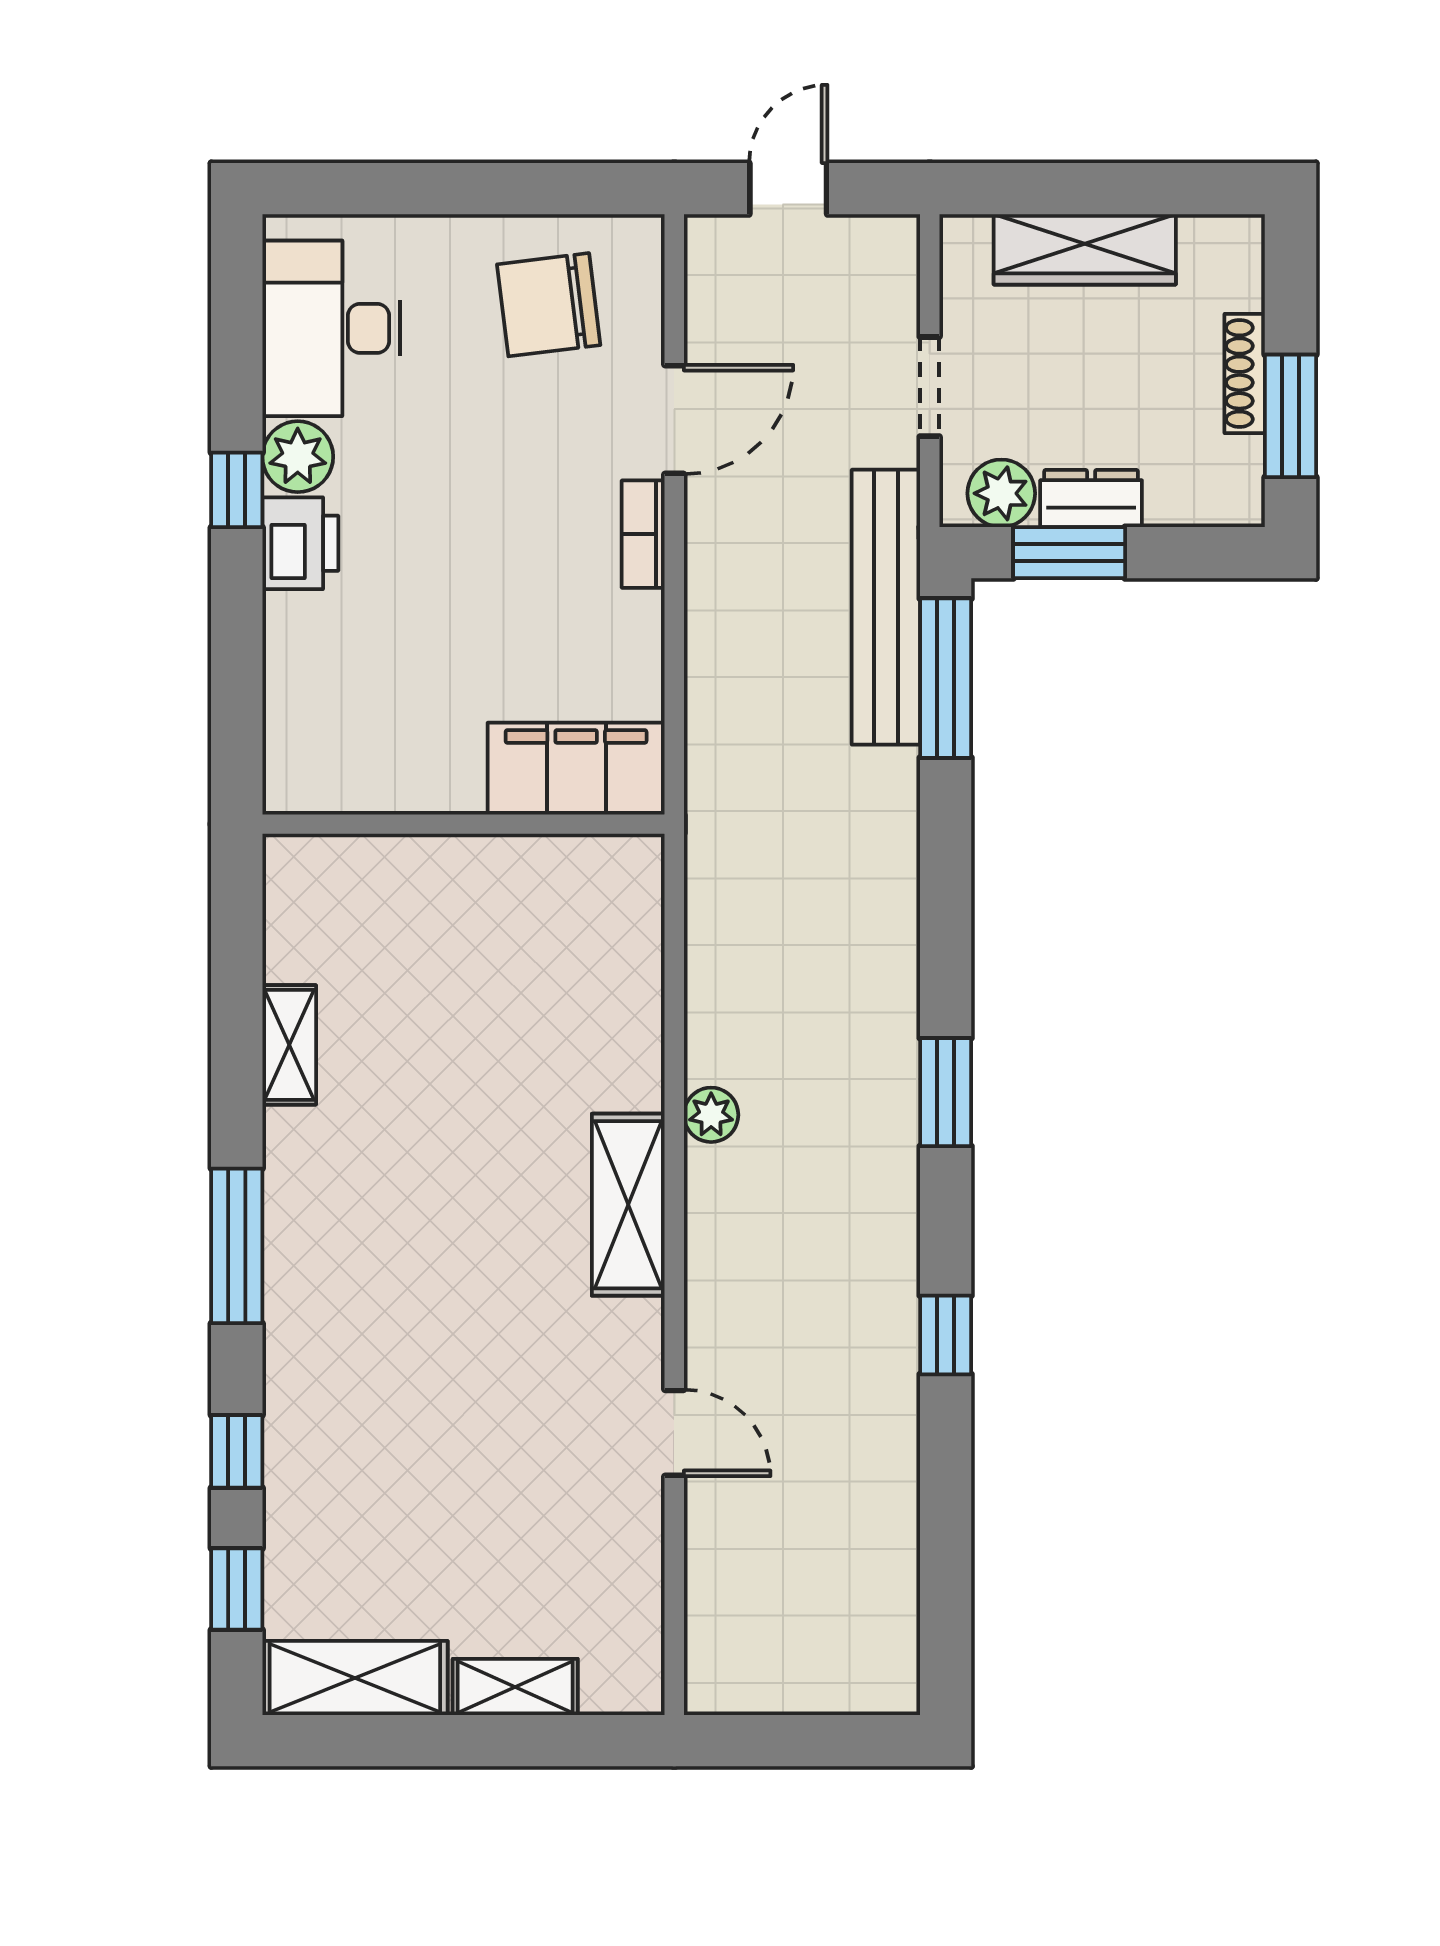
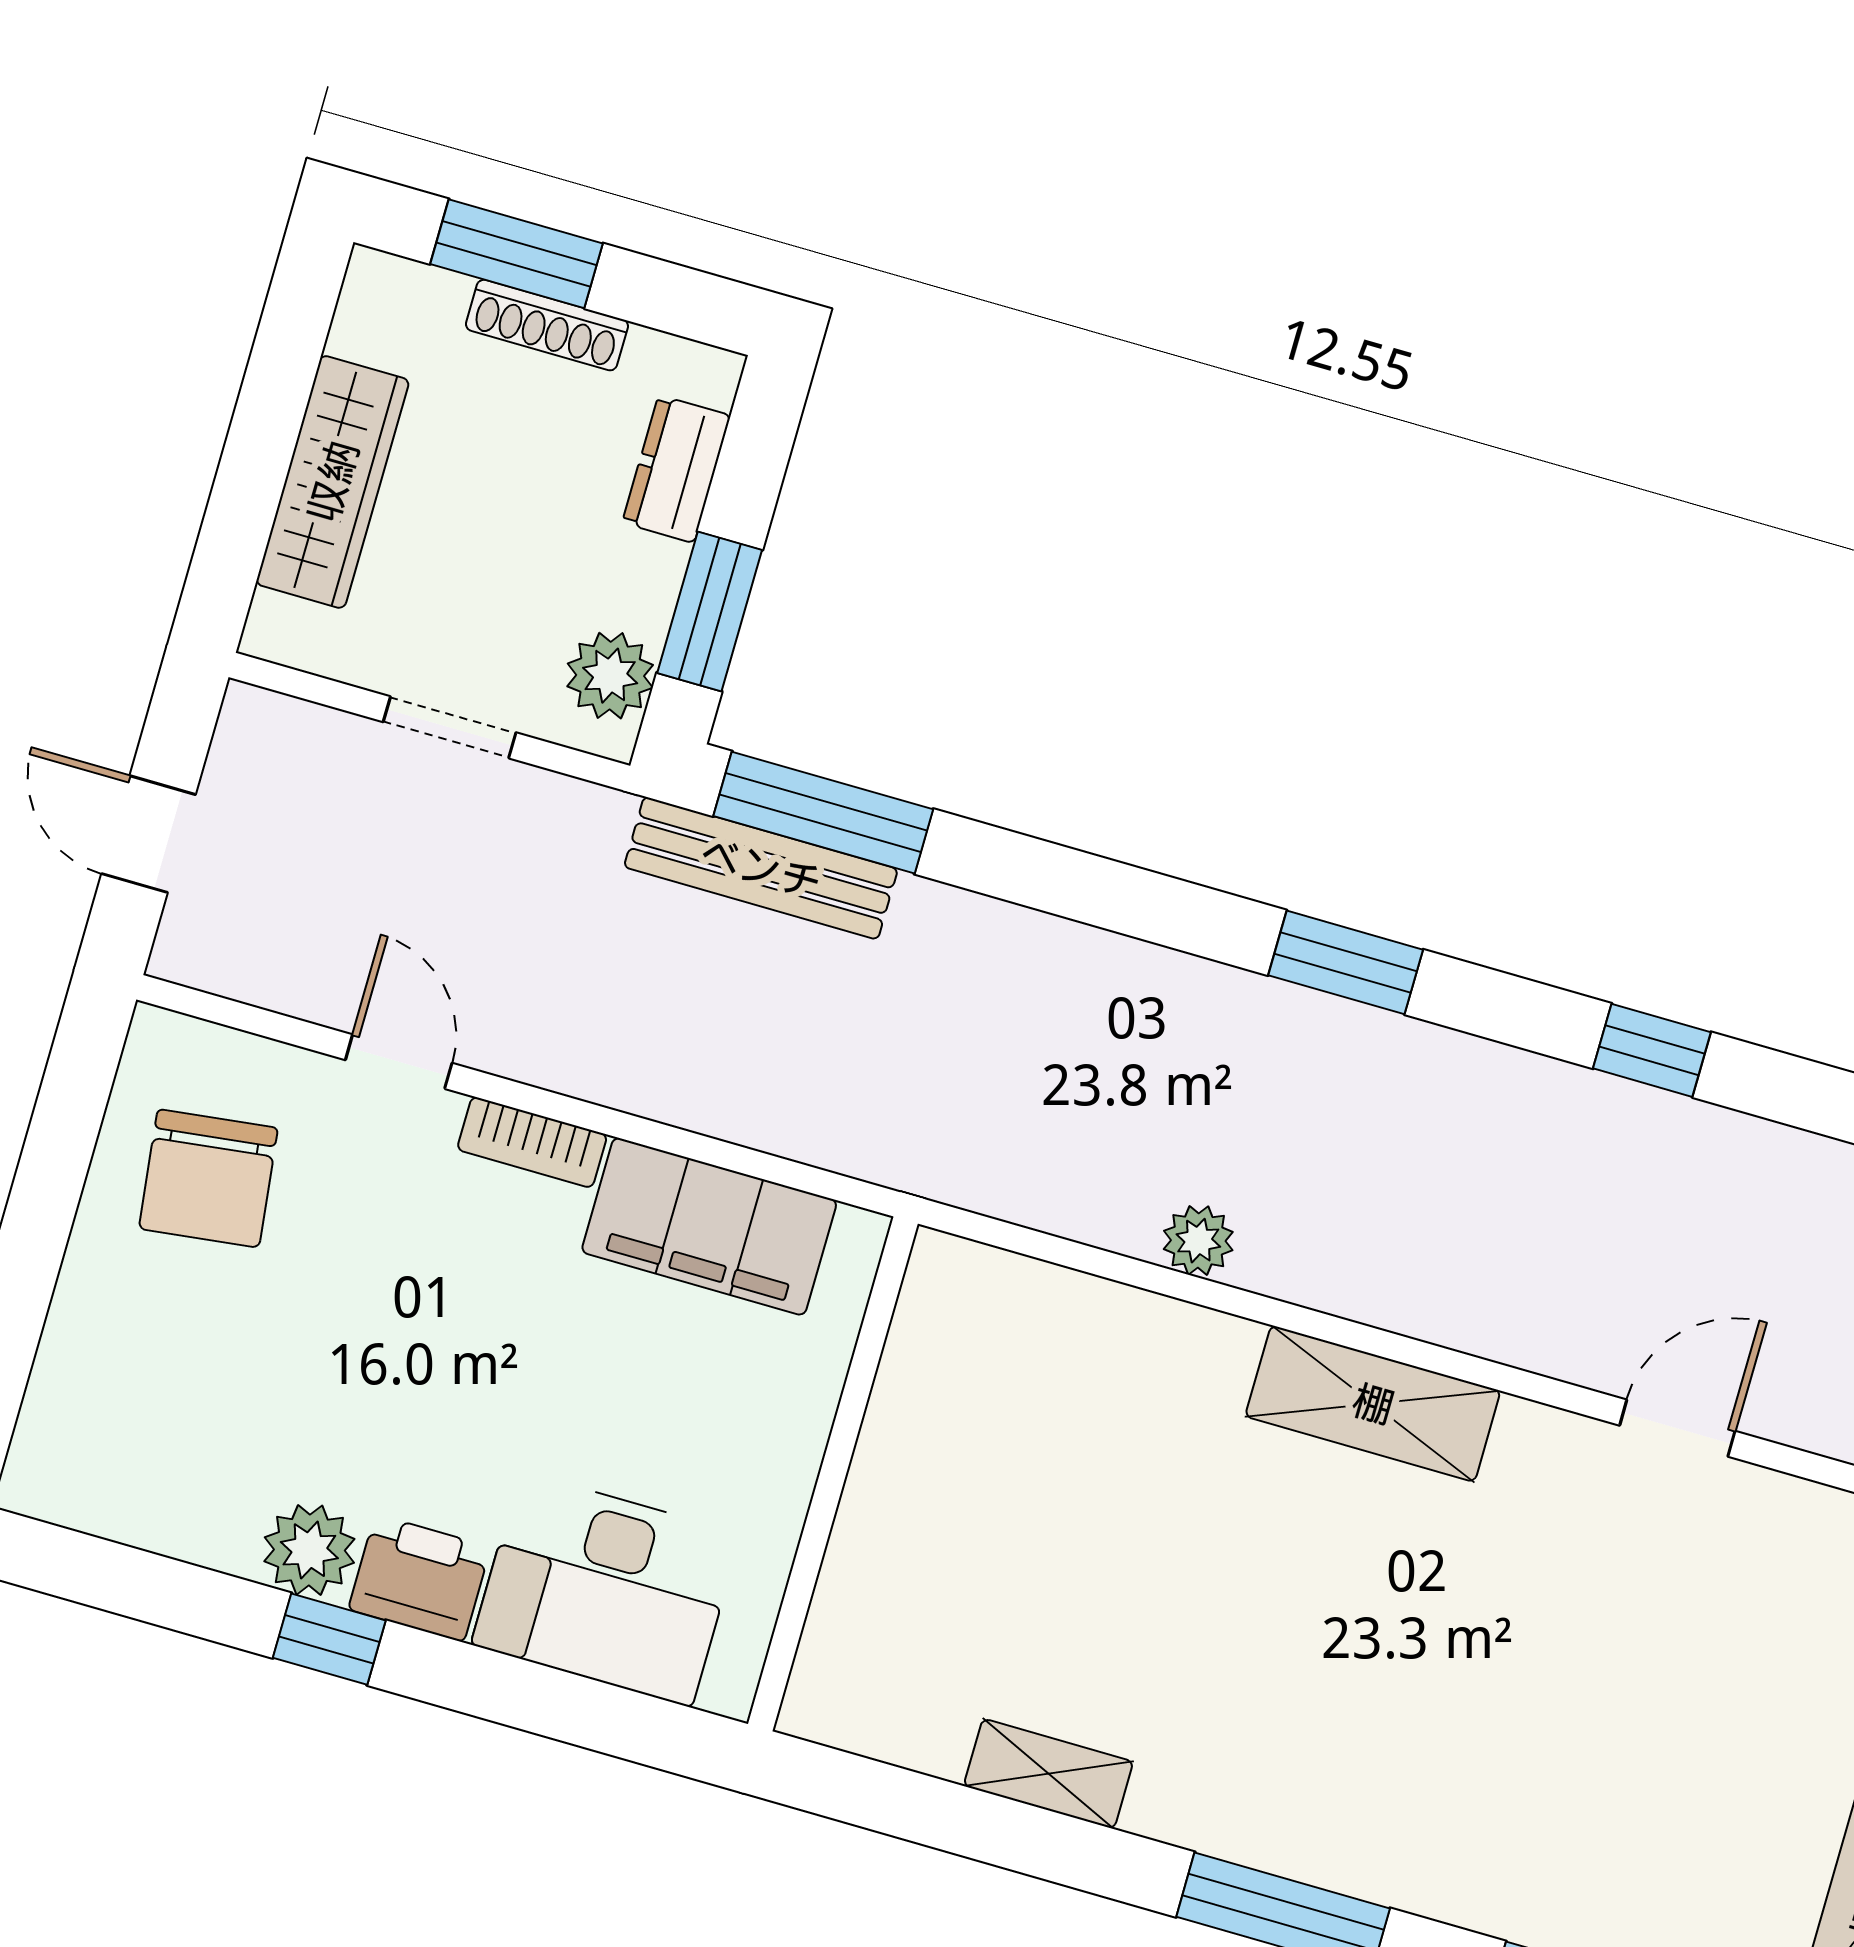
desk: (331, 328) -> (606, 1589), moved
window: (1291, 416) -> (517, 254), moved
door: (674, 420) -> (399, 1062), width x0.73
dresser: (1091, 498) -> (676, 469), moved
bench: (886, 607) -> (761, 868), width x0.73, depth x0.82
filing cabinet: (576, 769) -> (709, 1226), moved, turned -90
plant: (711, 1115) -> (1198, 1241), moved

